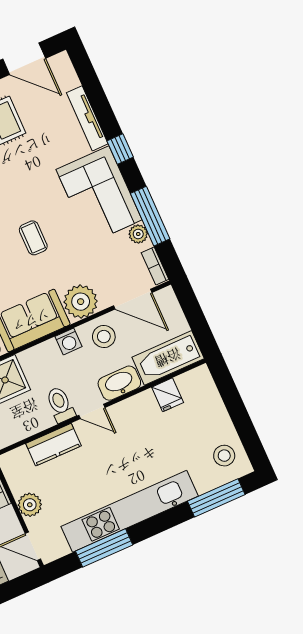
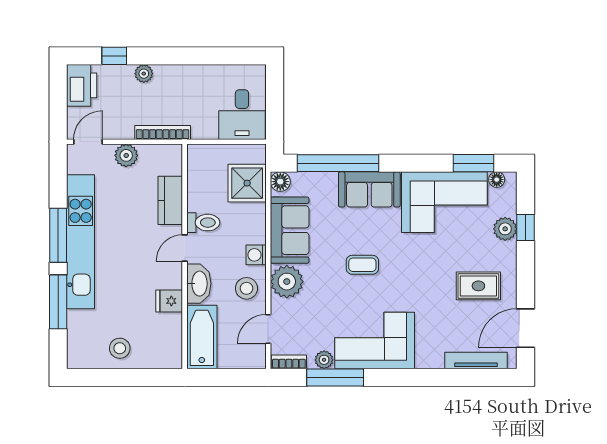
tv unit: (87, 118) -> (476, 360), moved
window: (120, 149) -> (407, 377), removed
door: (133, 299) -> (268, 329), width x0.73
fridge: (168, 395) -> (169, 301), moved
stool: (224, 456) -> (120, 348), moved
window: (216, 498) -> (58, 302), moved
window: (104, 548) -> (58, 235), moved

